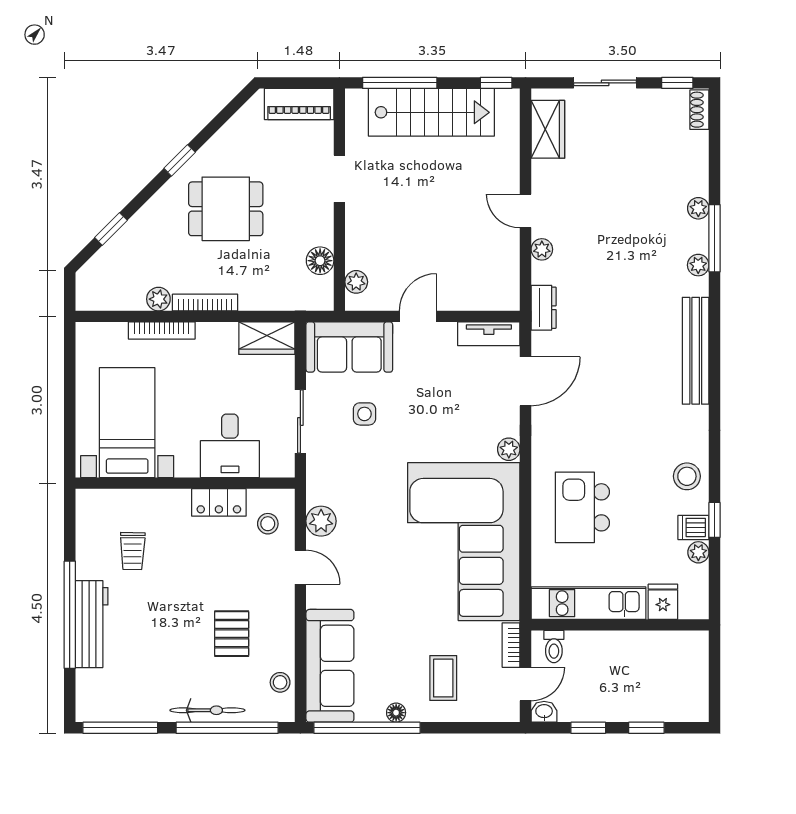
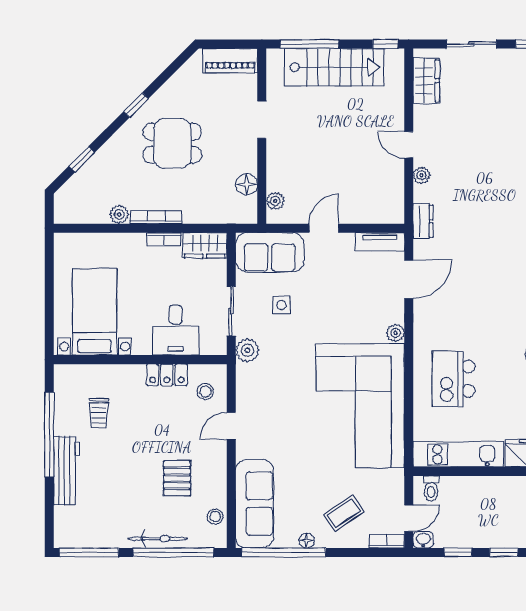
bookcase: (162, 330) -> (164, 239), moved, width x0.64
plant: (321, 521) -> (247, 350), moved
door: (300, 567) -> (231, 426), swing flipped
window: (70, 615) -> (49, 434), moved
bookcase: (511, 645) -> (387, 541), moved, turned 90
coffee table: (443, 678) -> (344, 513), turned 56

